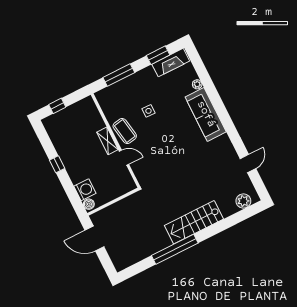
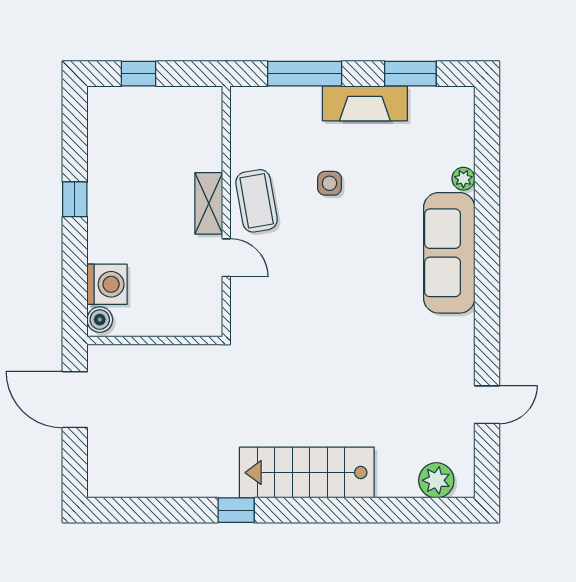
fireplace: (171, 63) -> (365, 103), moved
window: (175, 249) -> (236, 510), width x0.32

